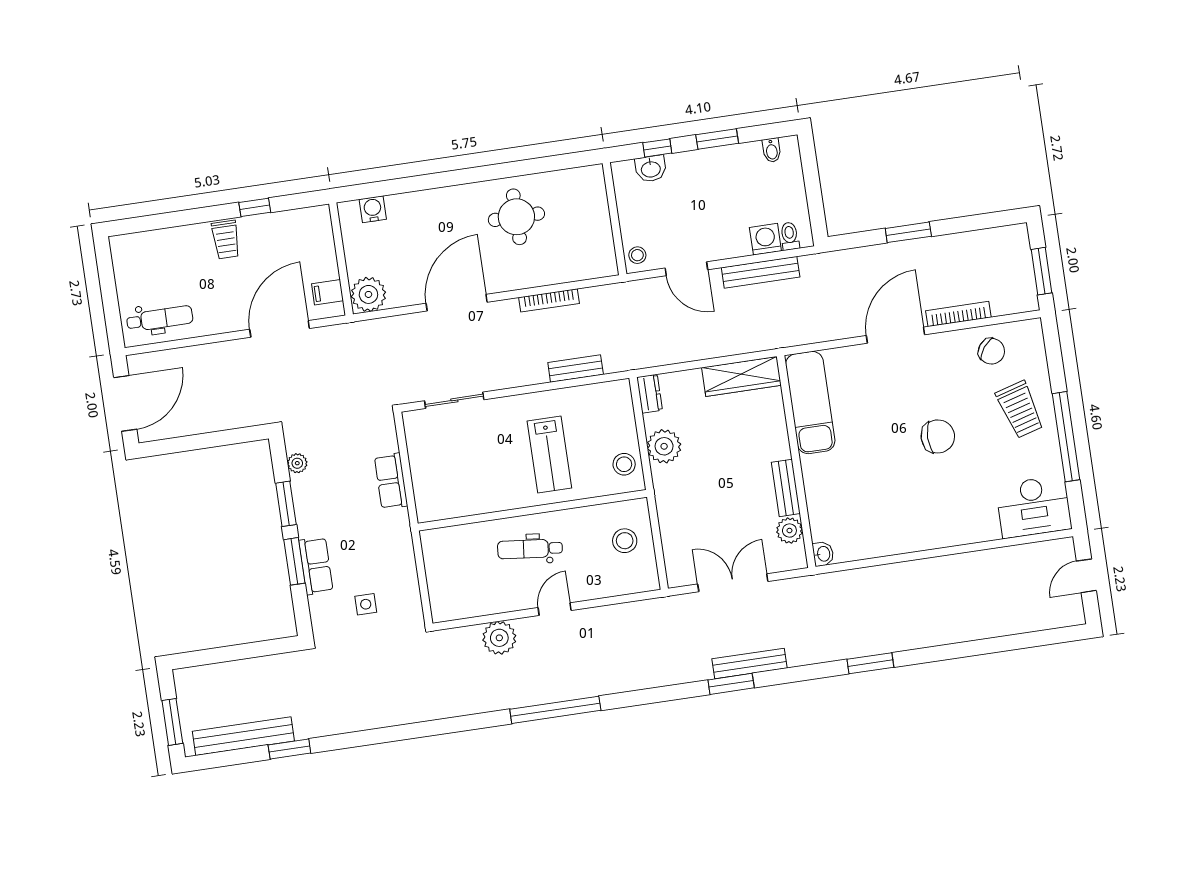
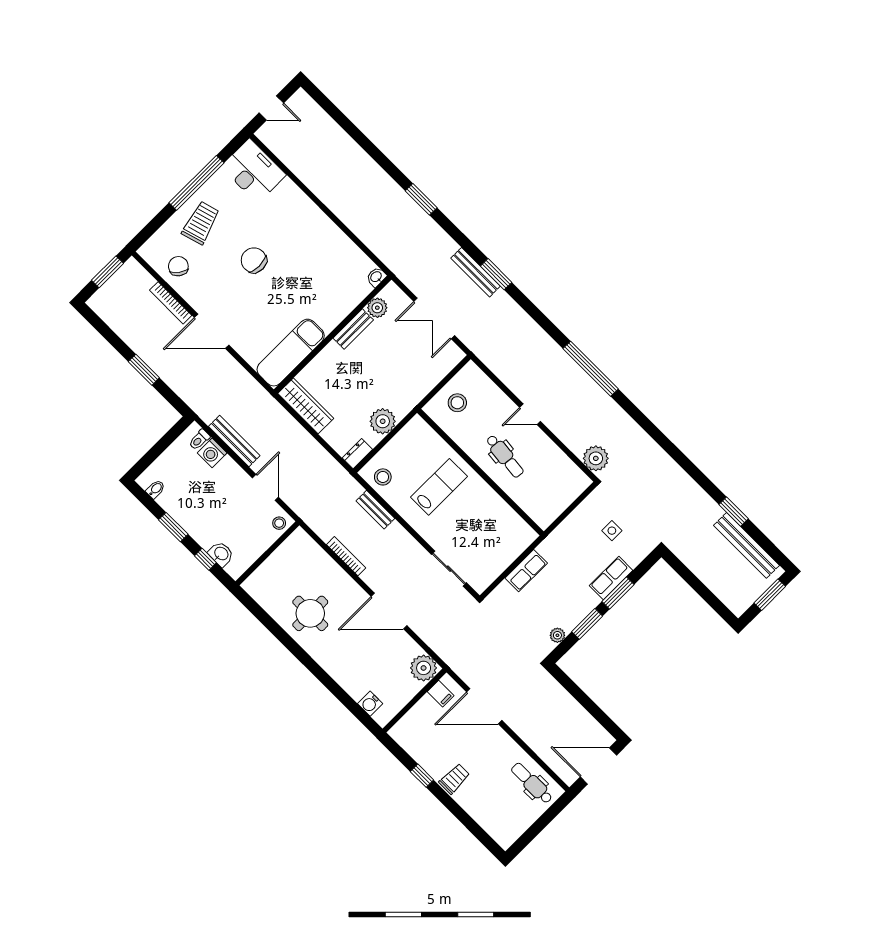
stool: (624, 464) -> (383, 477), moved
plant: (499, 638) -> (596, 458), moved

